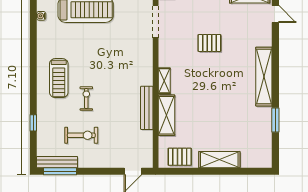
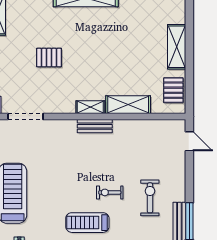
pallet: (209, 43) -> (49, 58), turned 90
treadmill: (59, 78) -> (87, 223), turned 180
bench: (147, 108) -> (95, 126), moved, width x0.73

